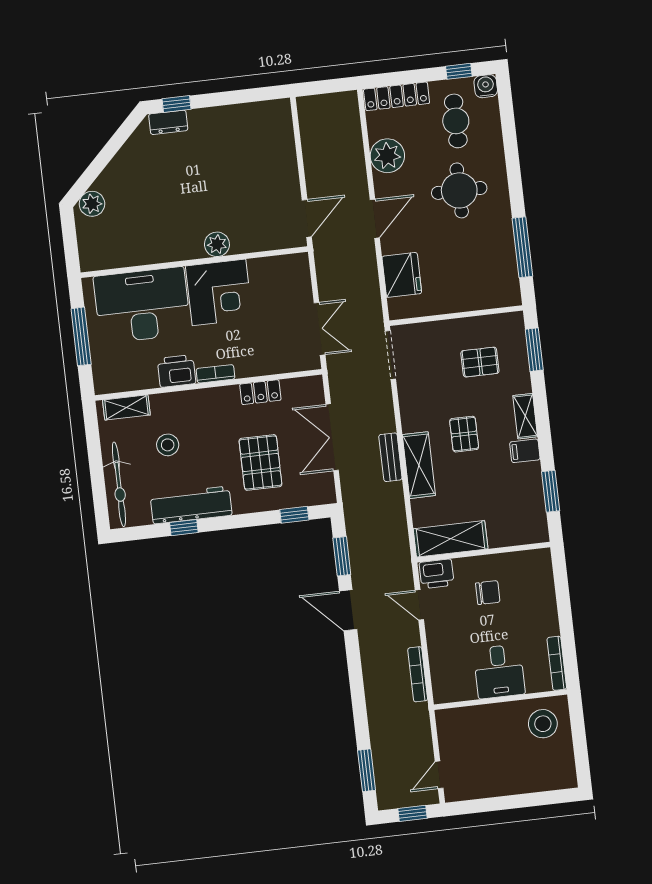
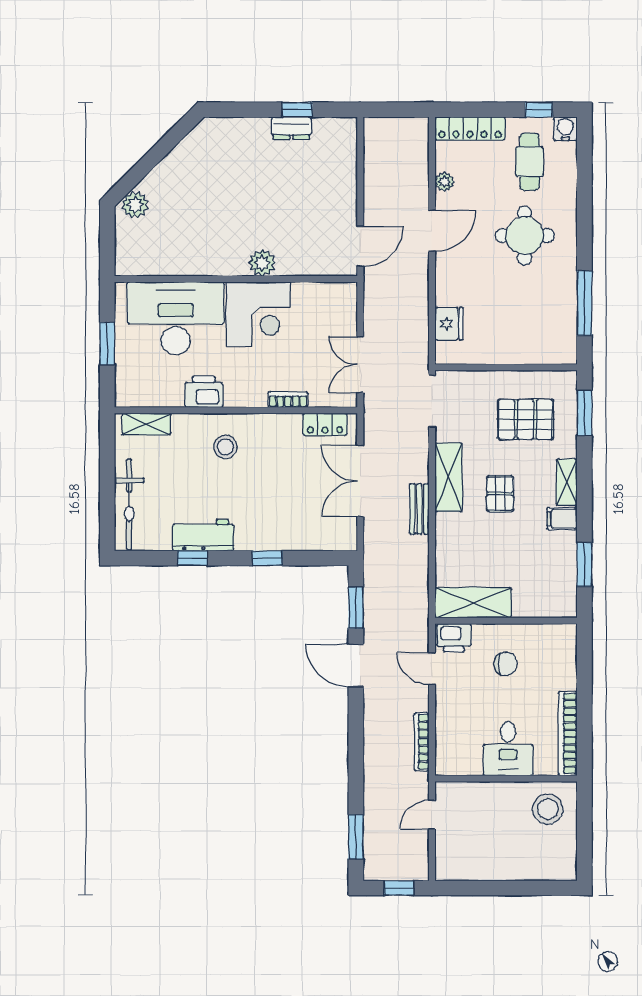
window: (176, 104) -> (297, 110), moved
dresser: (168, 122) -> (291, 128), moved
plant: (387, 156) -> (444, 182), width x0.53, depth x0.53
door: (375, 219) -> (432, 231), moved
fridge: (402, 275) -> (449, 324), width x0.73, depth x0.75
double door: (320, 329) -> (360, 365), swing flipped
window: (81, 336) -> (107, 344), width x0.69
pallet: (480, 362) -> (526, 419), width x1.50, depth x1.42
bookcase: (215, 374) -> (288, 400), moved
locker: (260, 392) -> (325, 424), moved
stool: (168, 445) -> (225, 447), moved
pallet: (260, 462) -> (281, 499), removed
shelving: (419, 465) -> (448, 477), moved
workbench: (191, 505) -> (203, 535), width x0.73
window: (294, 515) -> (267, 558), moved
bookcase: (557, 663) -> (568, 733), width x1.48, depth x1.31
door: (439, 775) -> (432, 815), moved

